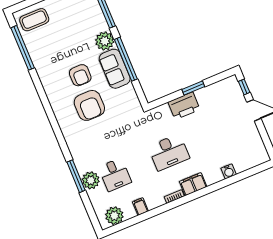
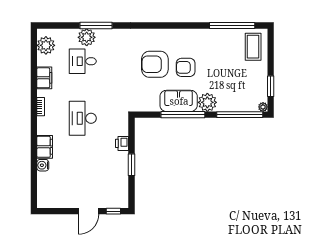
printer: (184, 106) -> (122, 143), width x0.53, depth x0.68
filing cabinet: (193, 184) -> (45, 147), moved
filing cabinet: (140, 207) -> (44, 78), width x2.00

